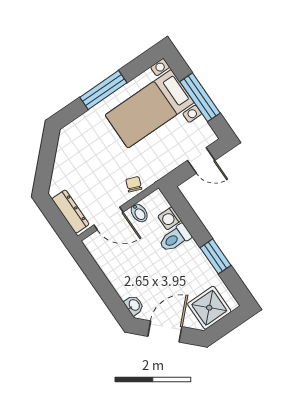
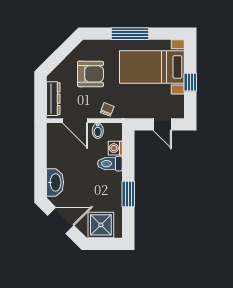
window: (200, 97) -> (190, 82), width x0.46
armchair: (91, 160) -> (90, 74), added
washbasin: (134, 305) -> (55, 182), width x1.91, depth x1.45

